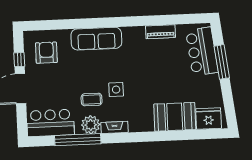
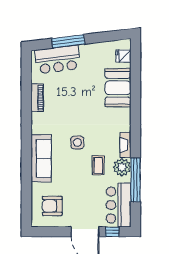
window: (19, 60) -> (112, 232), moved
side table: (116, 90) -> (77, 143), moved
fridge: (209, 119) -> (123, 56), width x0.53, depth x0.75

